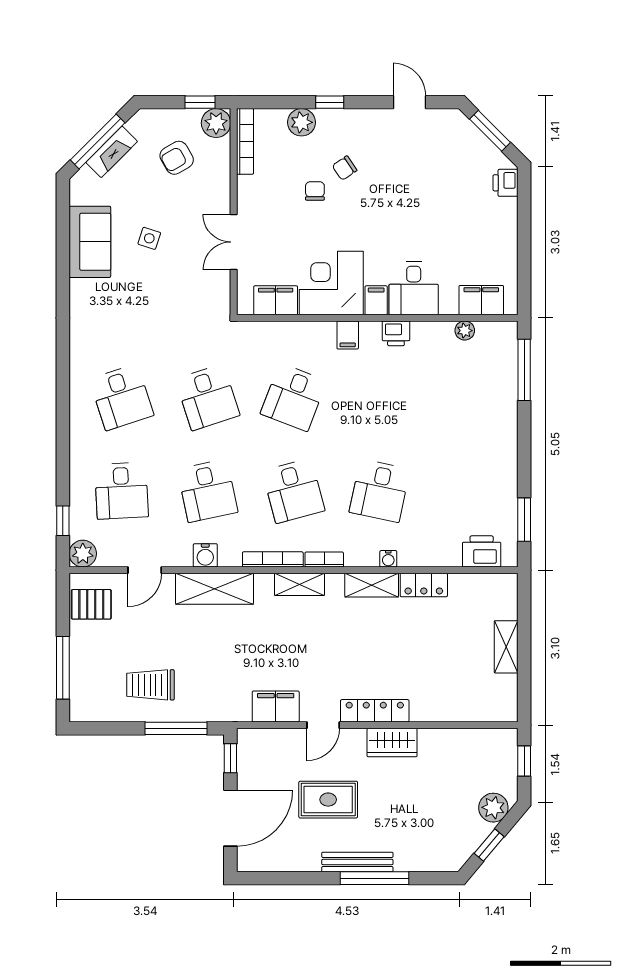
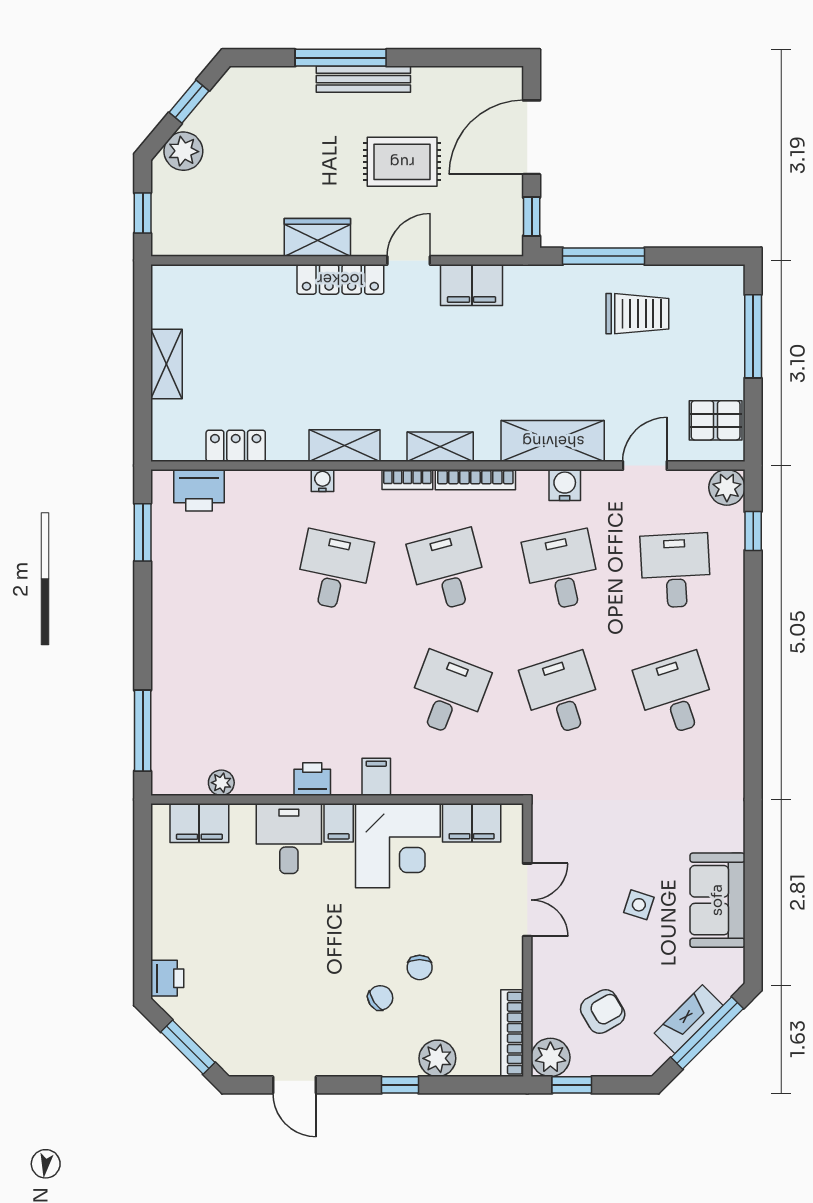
locker: (424, 585) -> (236, 446), moved

